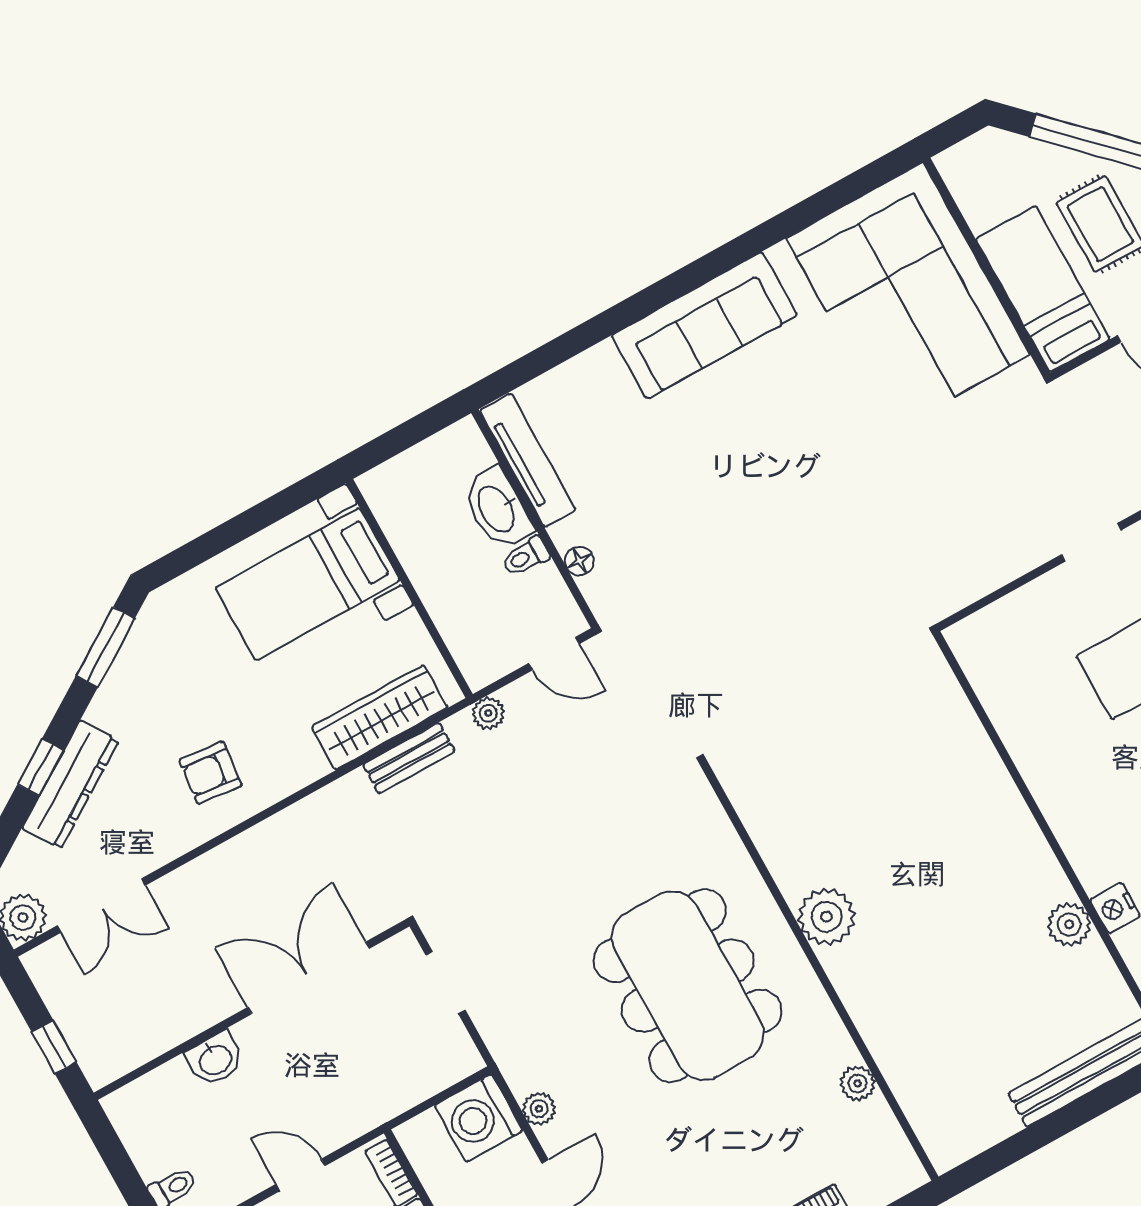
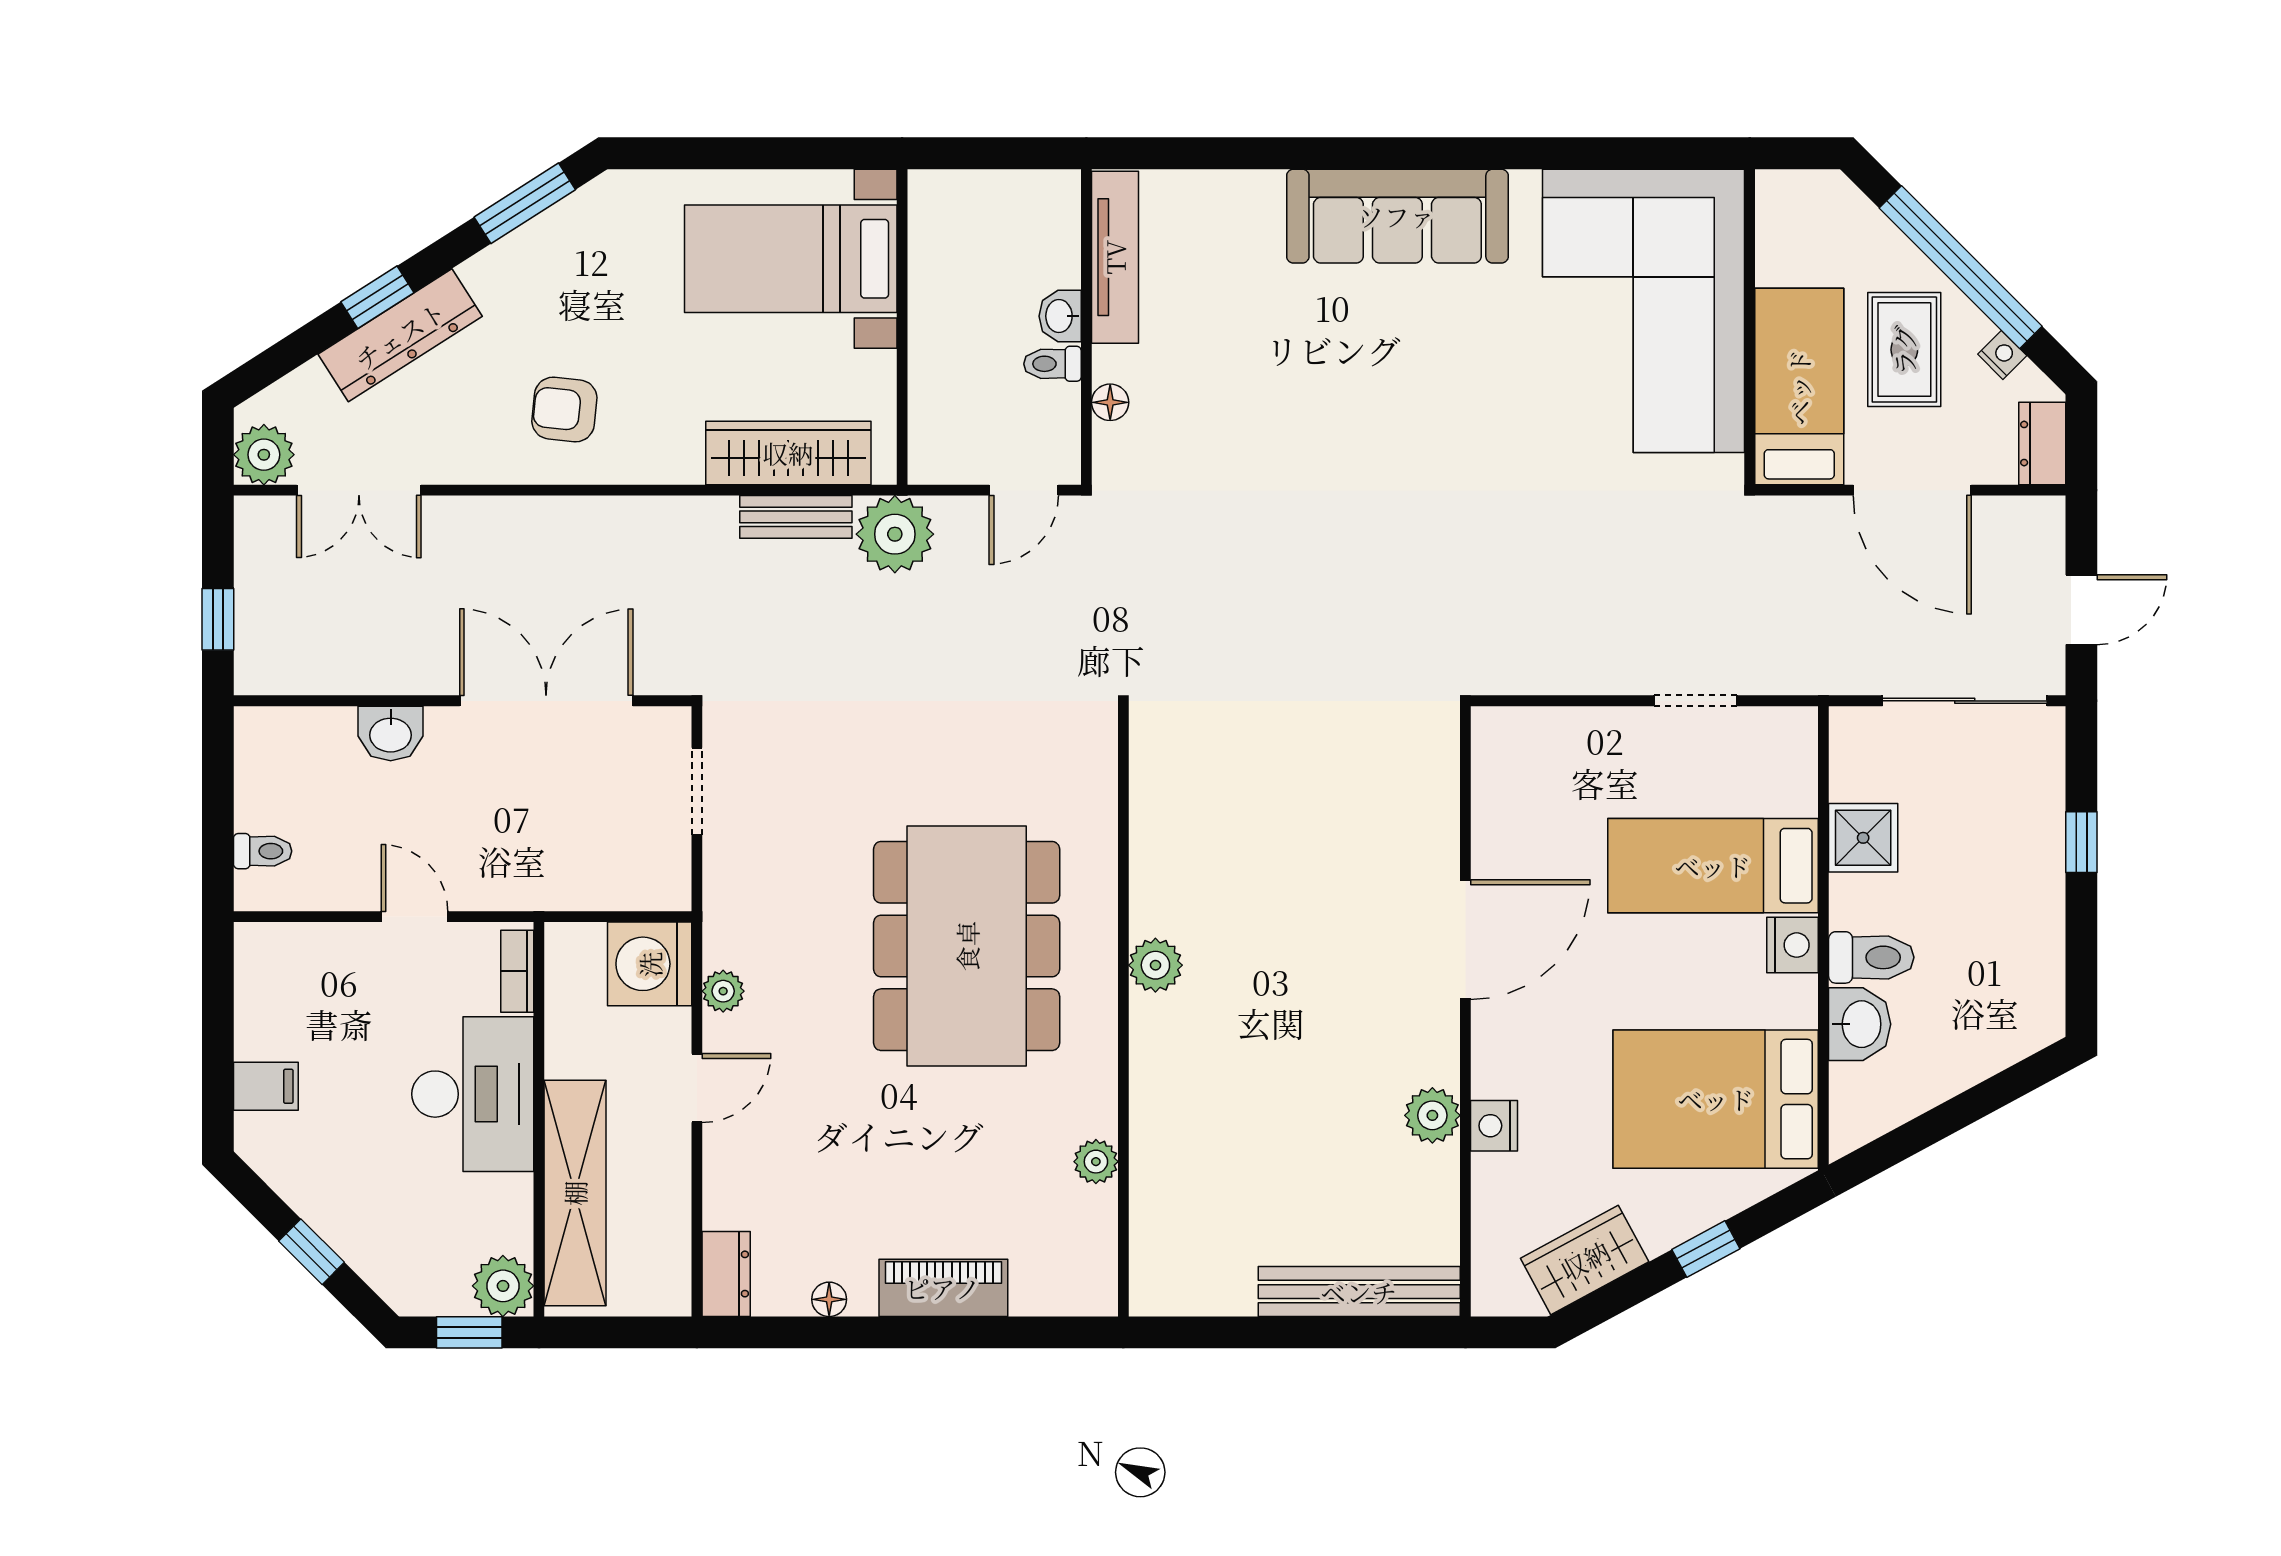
washbasin: (497, 509) -> (1060, 316), width x0.52, depth x0.69
door: (554, 654) -> (1024, 490), hinge flipped
plant: (488, 713) -> (895, 534), width x1.88, depth x1.88
door: (1025, 792) -> (1465, 940), added
plant: (827, 917) -> (1155, 965), width x0.73, depth x0.73

